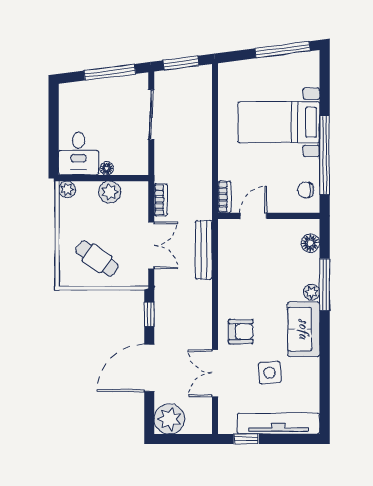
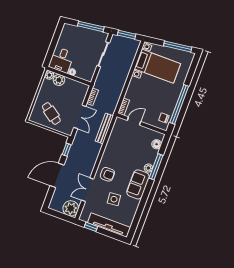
bed with nightstands: (279, 122) -> (157, 66), moved, turned 180
plant: (110, 192) -> (59, 80), moved
plant: (169, 419) -> (71, 208), moved

